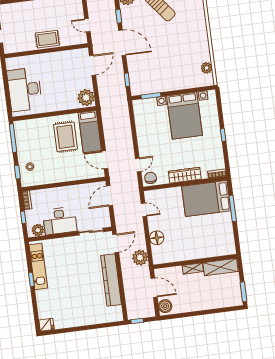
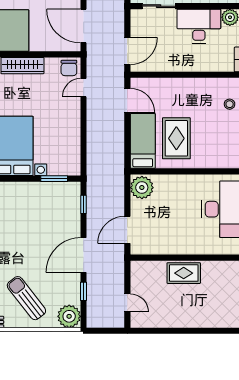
door: (87, 25) -> (127, 303), moved
door: (122, 43) -> (84, 255), hinge flipped
door: (144, 210) -> (84, 26), width x1.87

